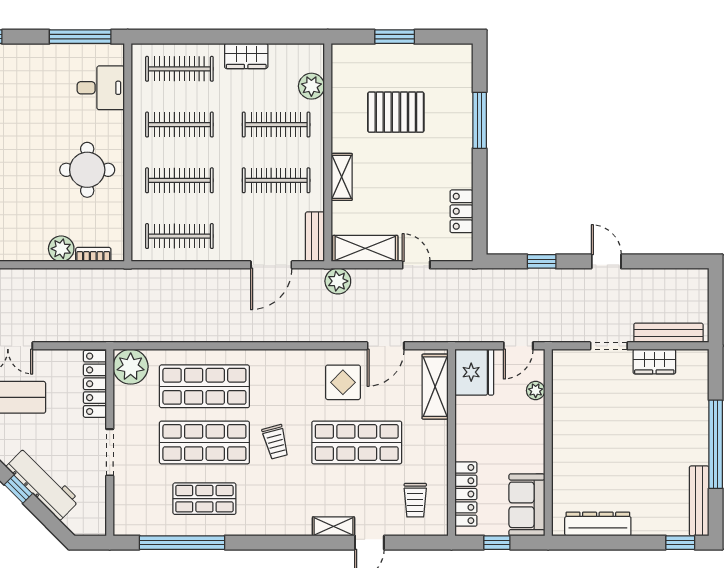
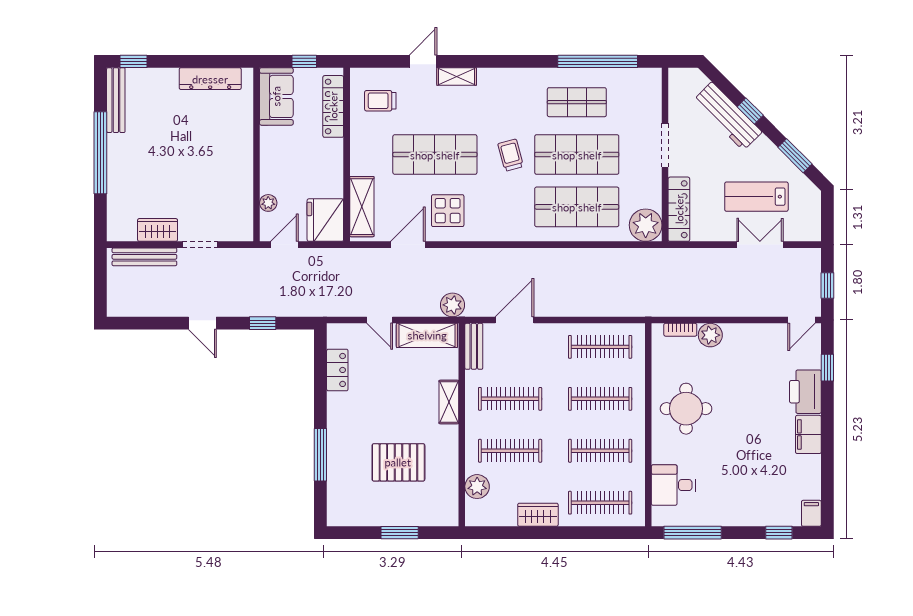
trolley: (415, 500) -> (380, 101), turned -90

